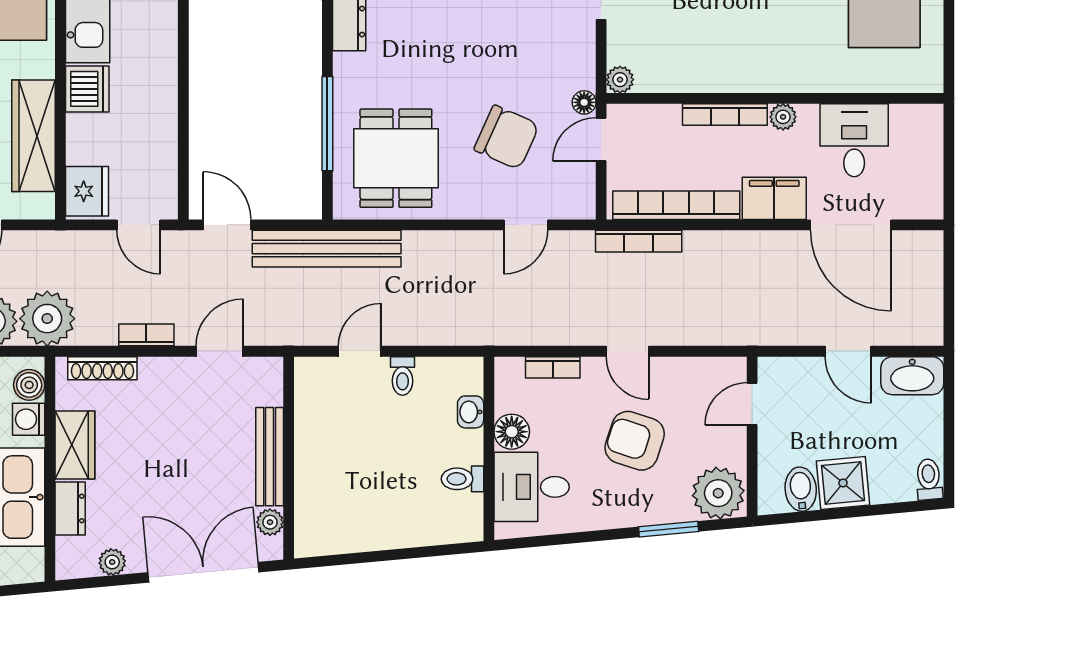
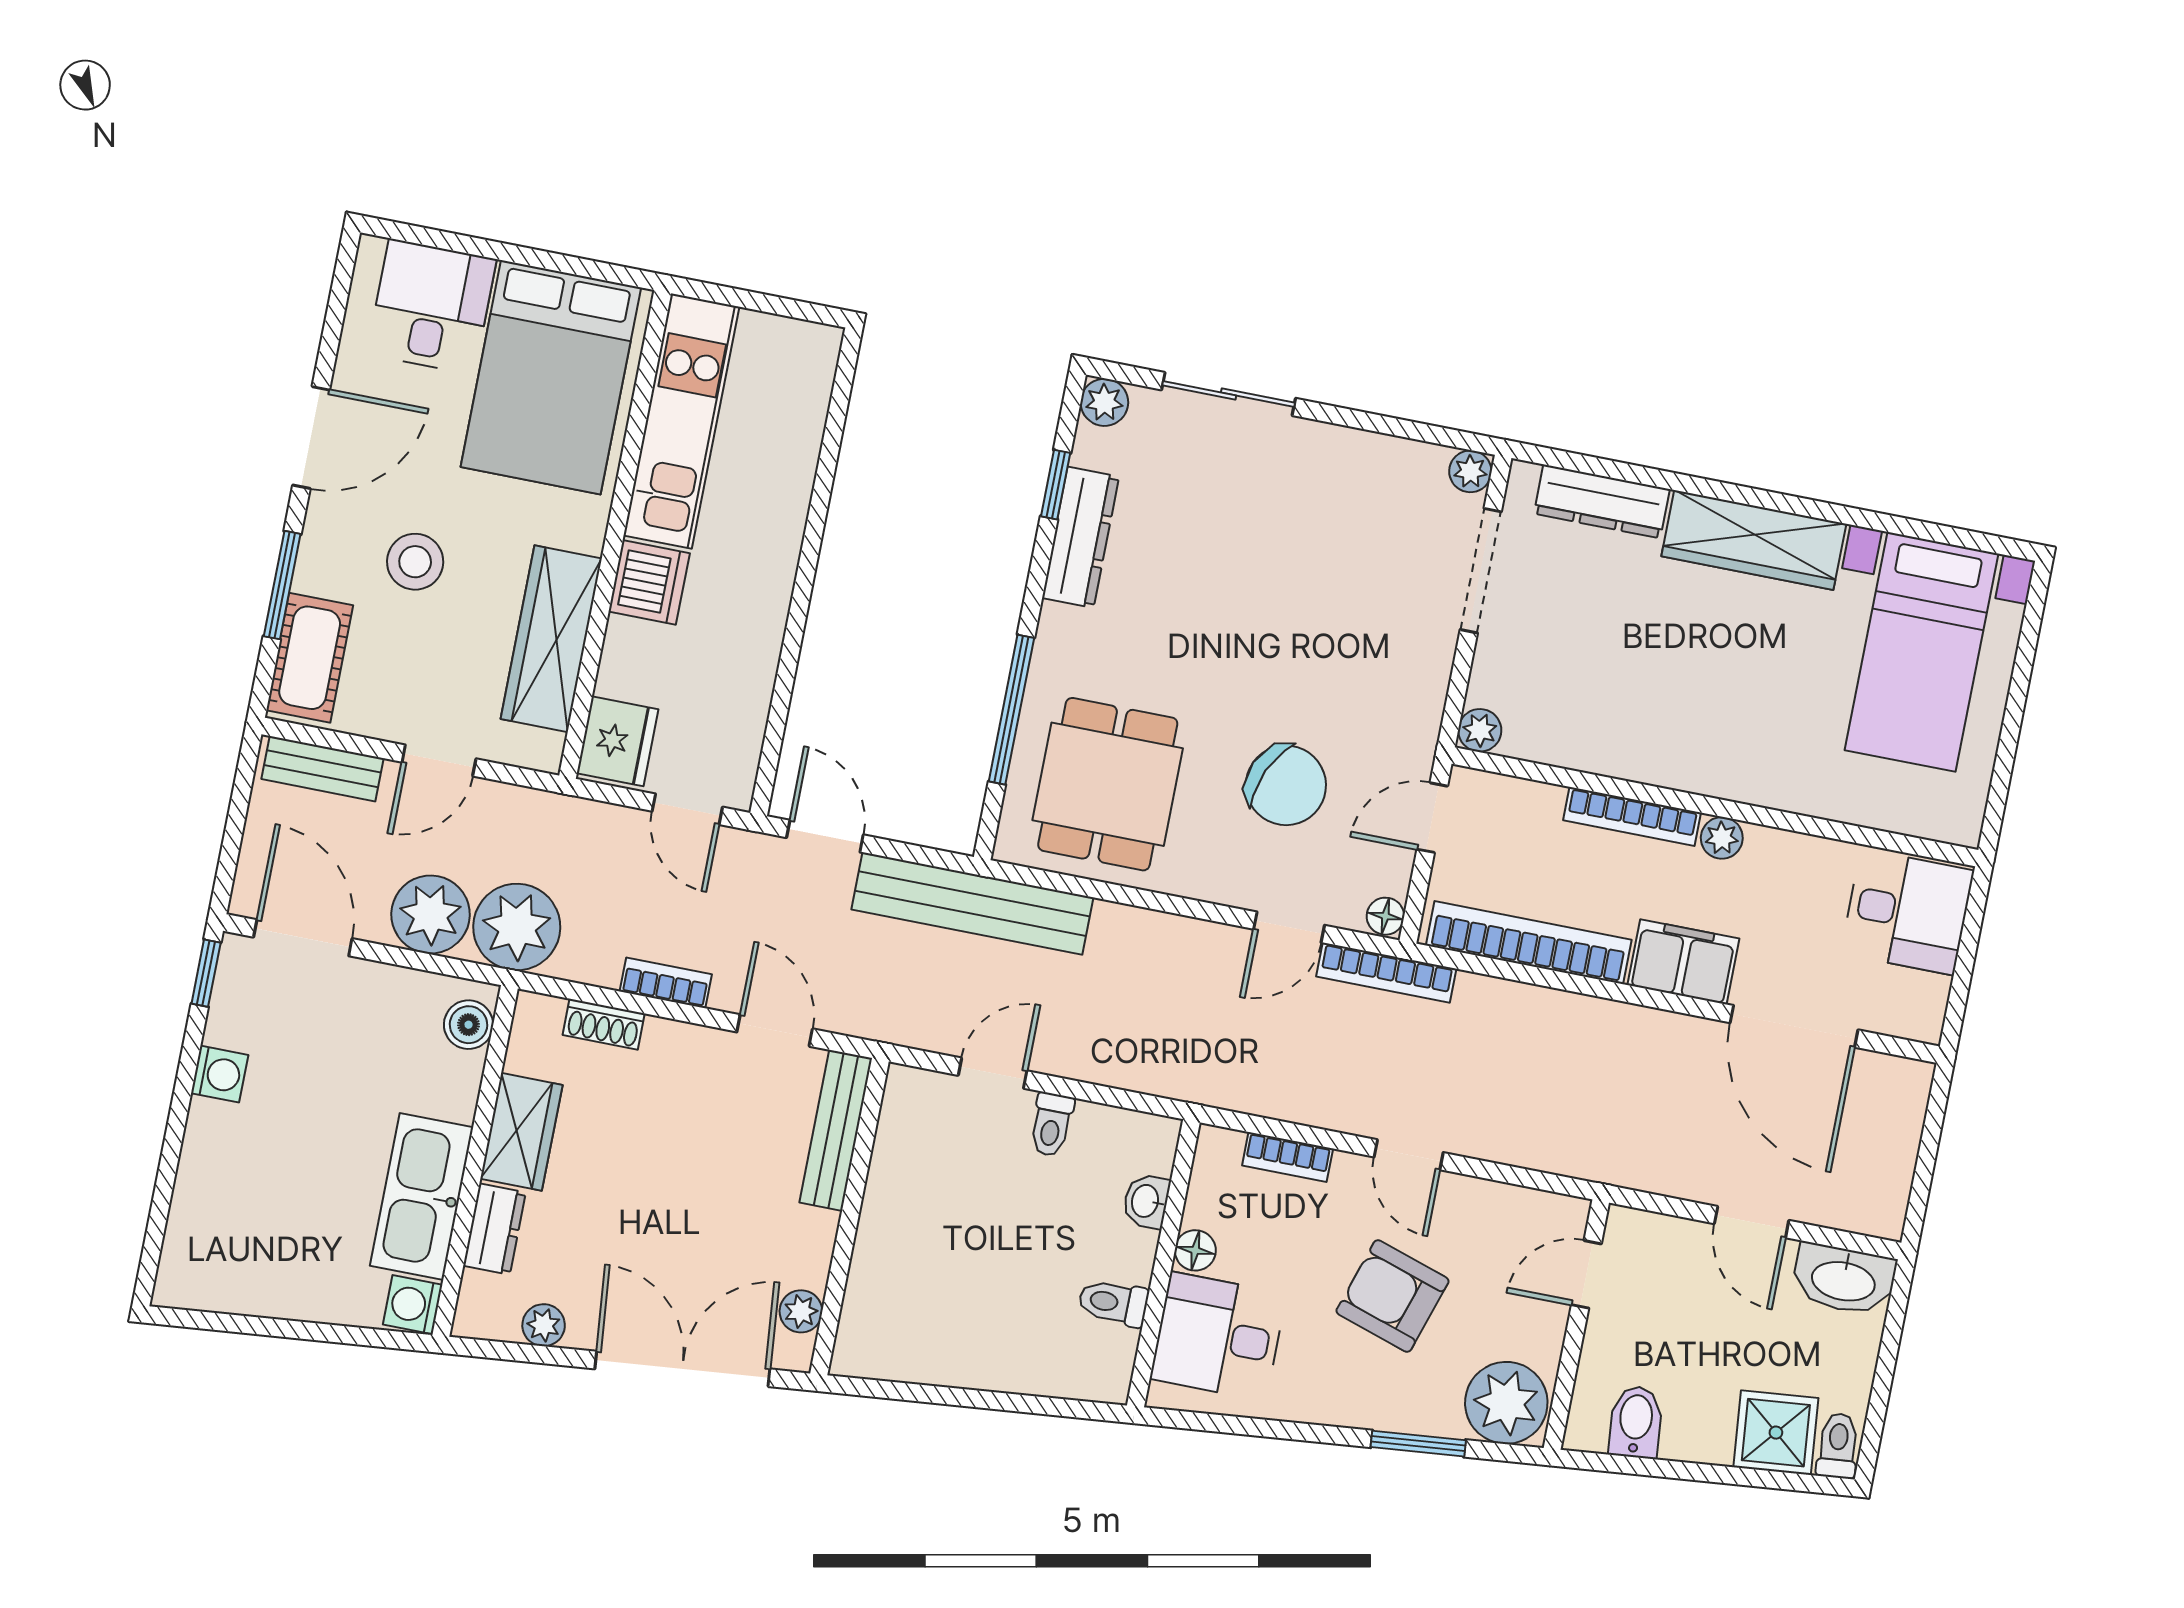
floor lamp: (584, 102) -> (1385, 916), moved
desk: (854, 140) -> (1907, 912), moved, turned 90
bookcase: (639, 241) -> (1386, 973), moved
door: (220, 351) -> (775, 1030), hinge flipped
shoe rack: (102, 368) -> (604, 1024), width x0.70
washing machine: (29, 419) -> (413, 1305), moved
floor lamp: (512, 432) -> (1195, 1250), width x0.73, depth x0.73
bench: (270, 457) -> (836, 1130), moved
shower: (843, 483) -> (1776, 1433), moved

